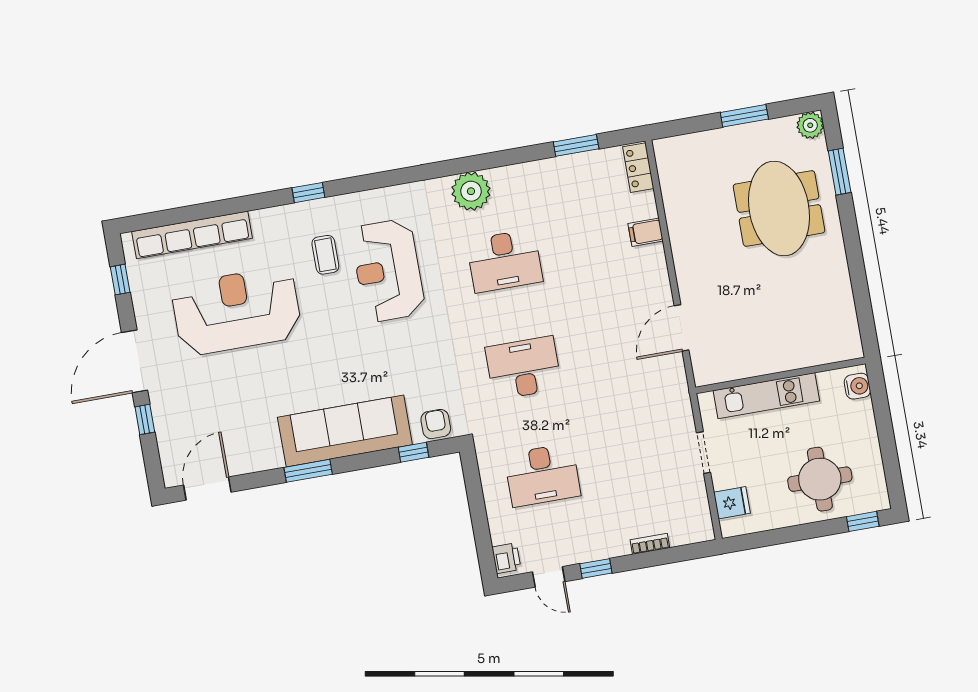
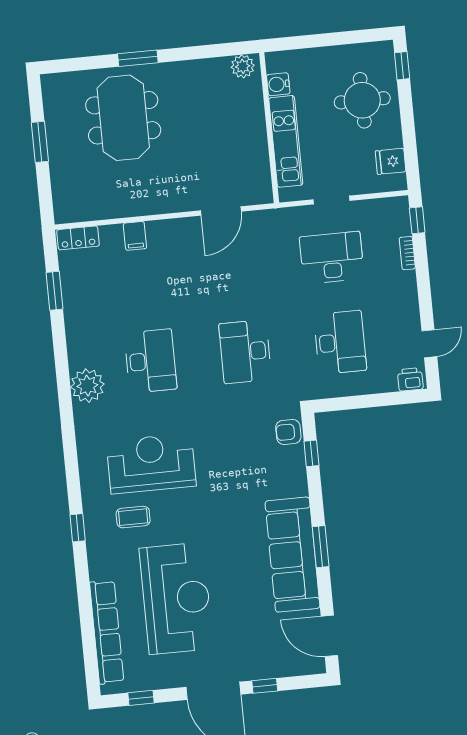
plant: (810, 125) -> (243, 66), moved
window: (840, 172) -> (138, 58), moved
meeting table: (779, 208) -> (123, 118), turned 90
reception desk: (388, 271) -> (151, 464), turned 180
reception desk: (237, 311) -> (176, 598), turned 180
door: (682, 328) -> (221, 211), hinge flipped
water cooler: (857, 386) -> (278, 84), moved, turned -90
sofa: (345, 431) -> (292, 555), moved
desk: (638, 458) -> (332, 258), added
fridge: (732, 503) -> (391, 161), moved, turned -90
window: (596, 568) -> (417, 220), moved

